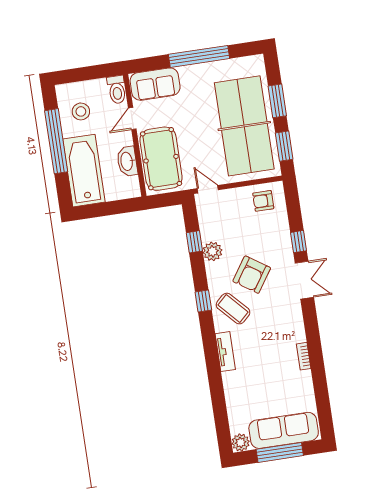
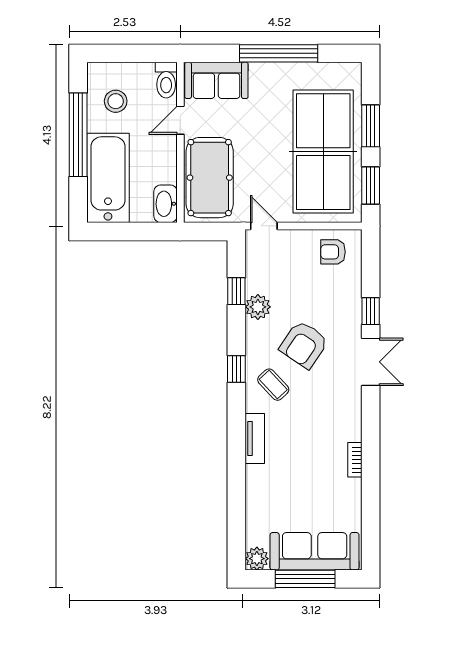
washbasin: (127, 161) -> (165, 204), moved
coffee table: (233, 309) -> (273, 385), width x0.73, depth x0.77

